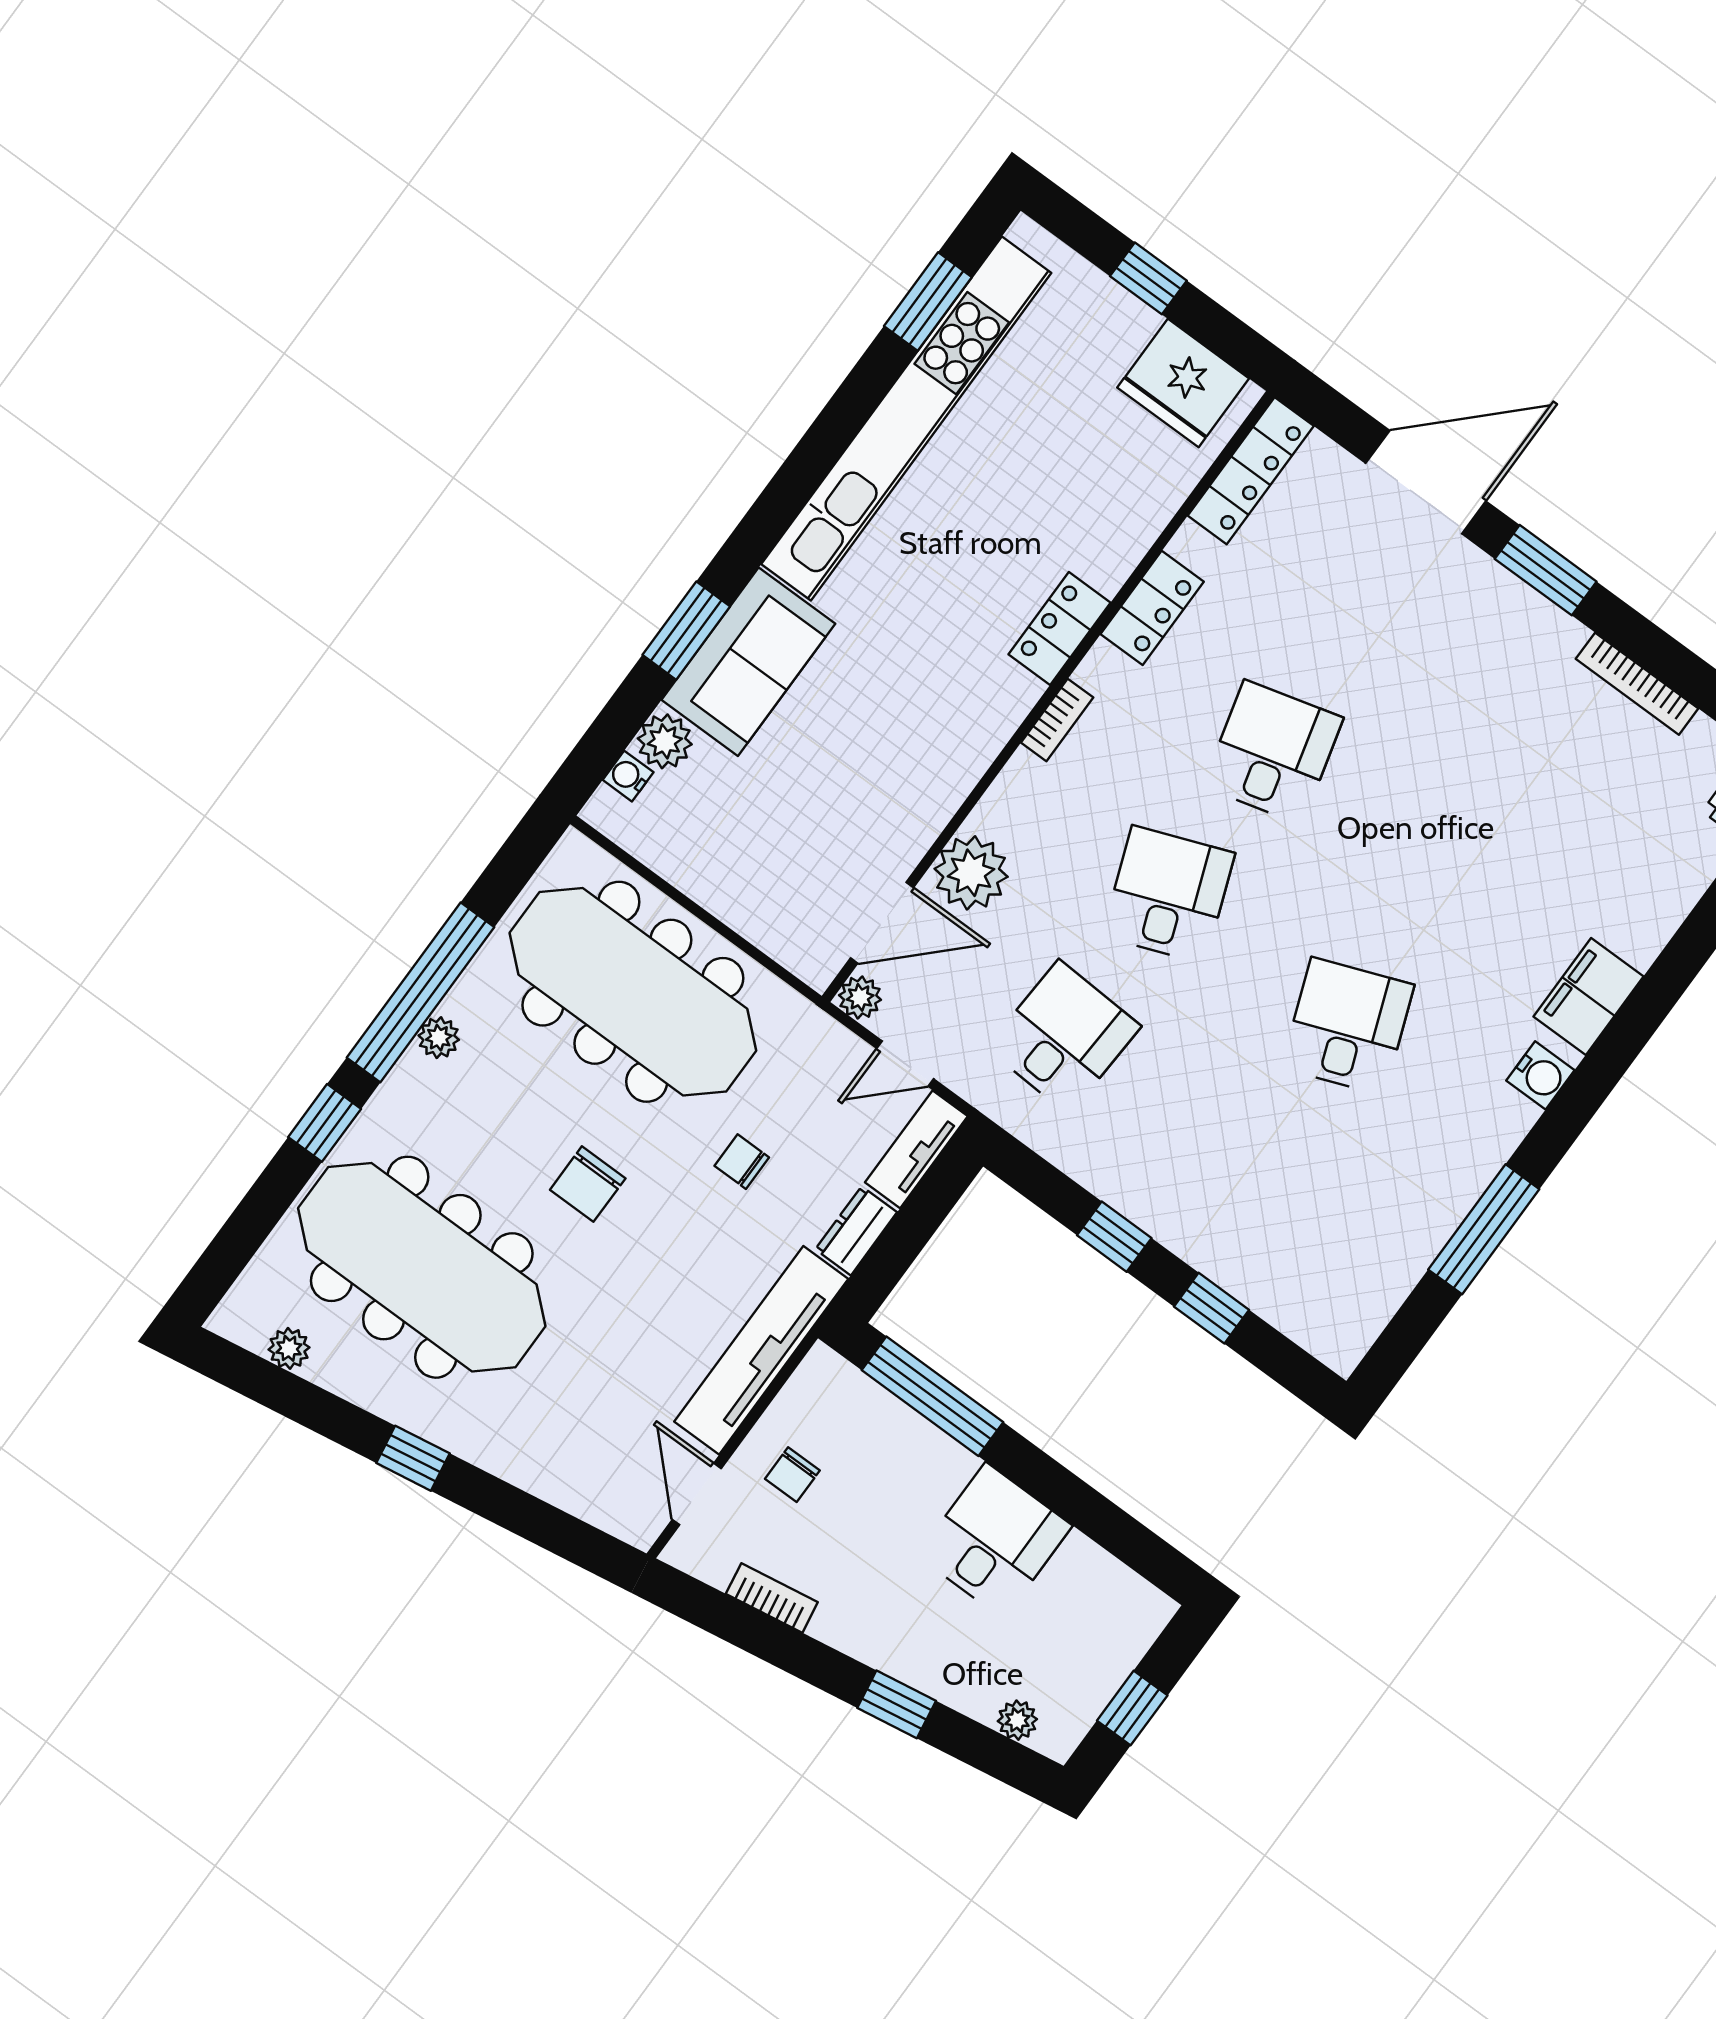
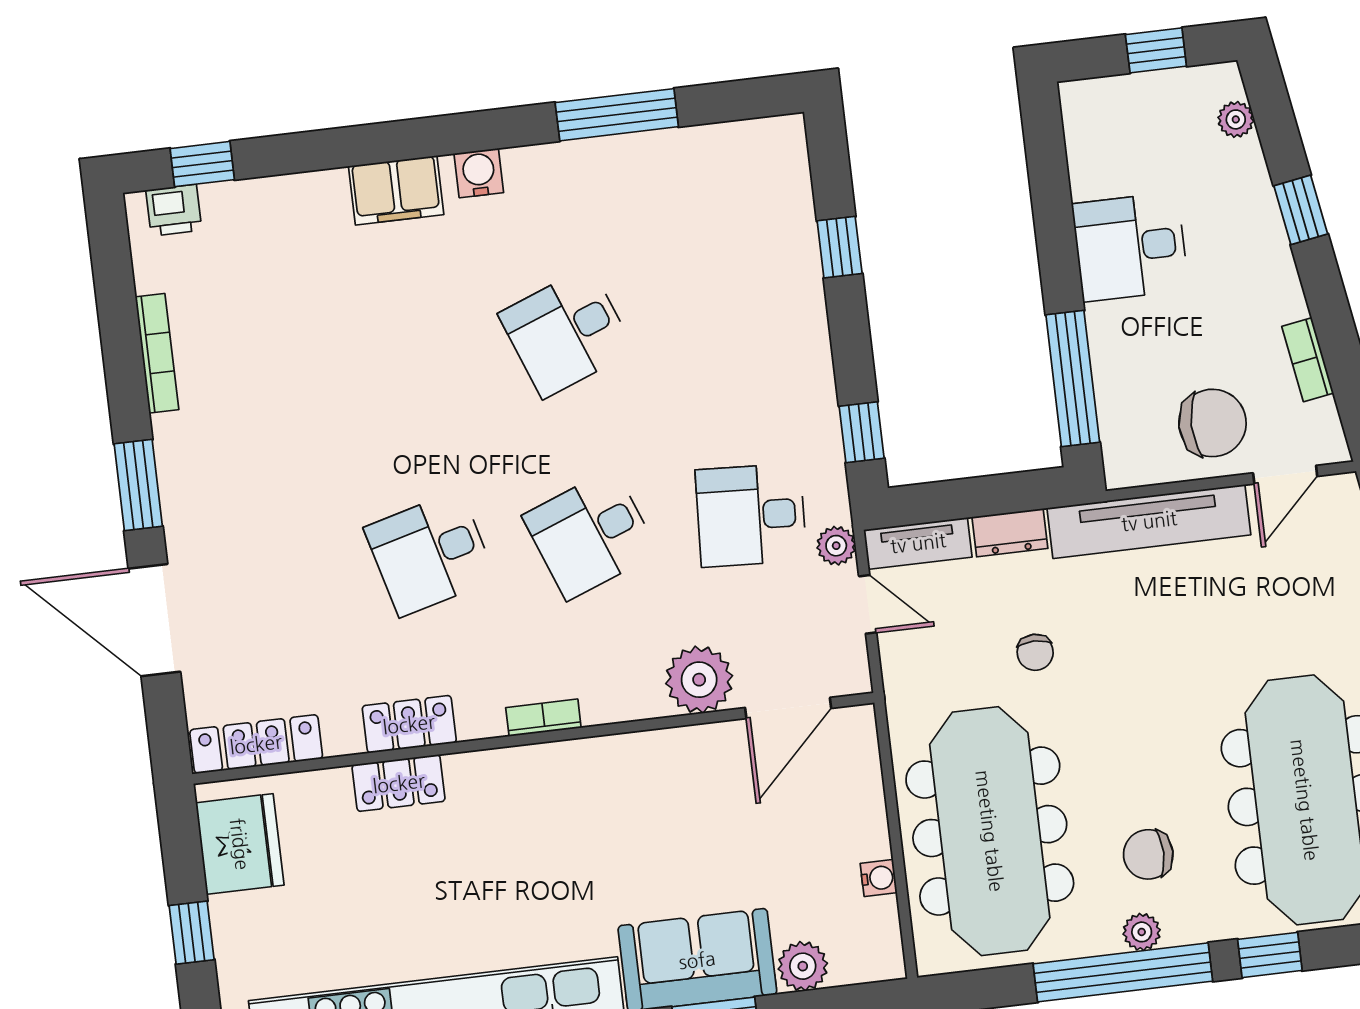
locker: (1059, 629) -> (399, 783), moved
water cooler: (628, 776) -> (879, 878), moved, turned -90
door: (882, 923) -> (788, 708), swing flipped
plant: (860, 997) -> (836, 546), moved
chair: (588, 1184) -> (1148, 854), moved, turned 180
window: (1114, 1237) -> (862, 432), moved
chair: (792, 1475) -> (1212, 423), width x1.87, depth x1.87

